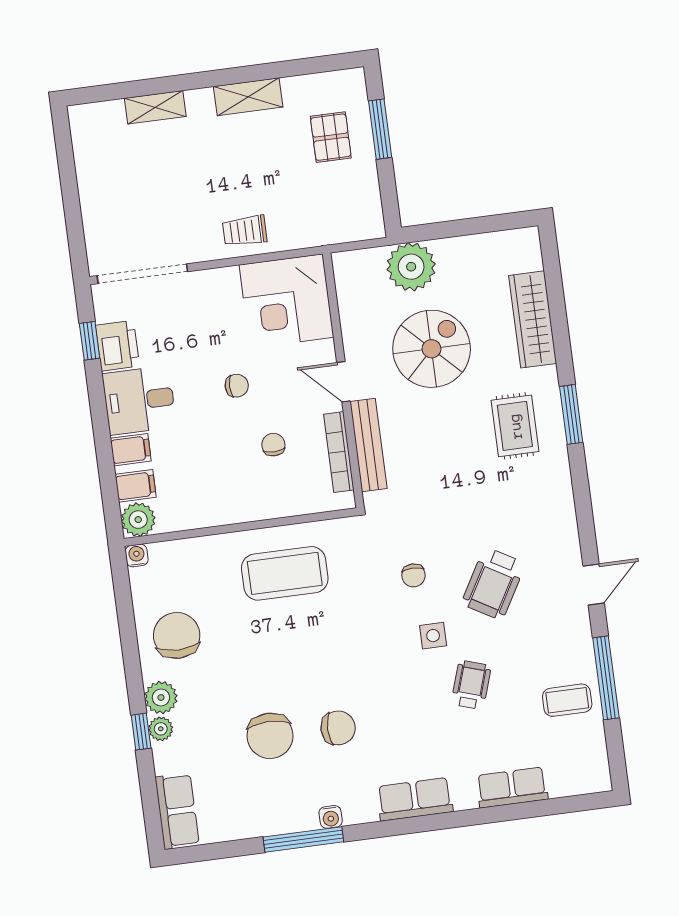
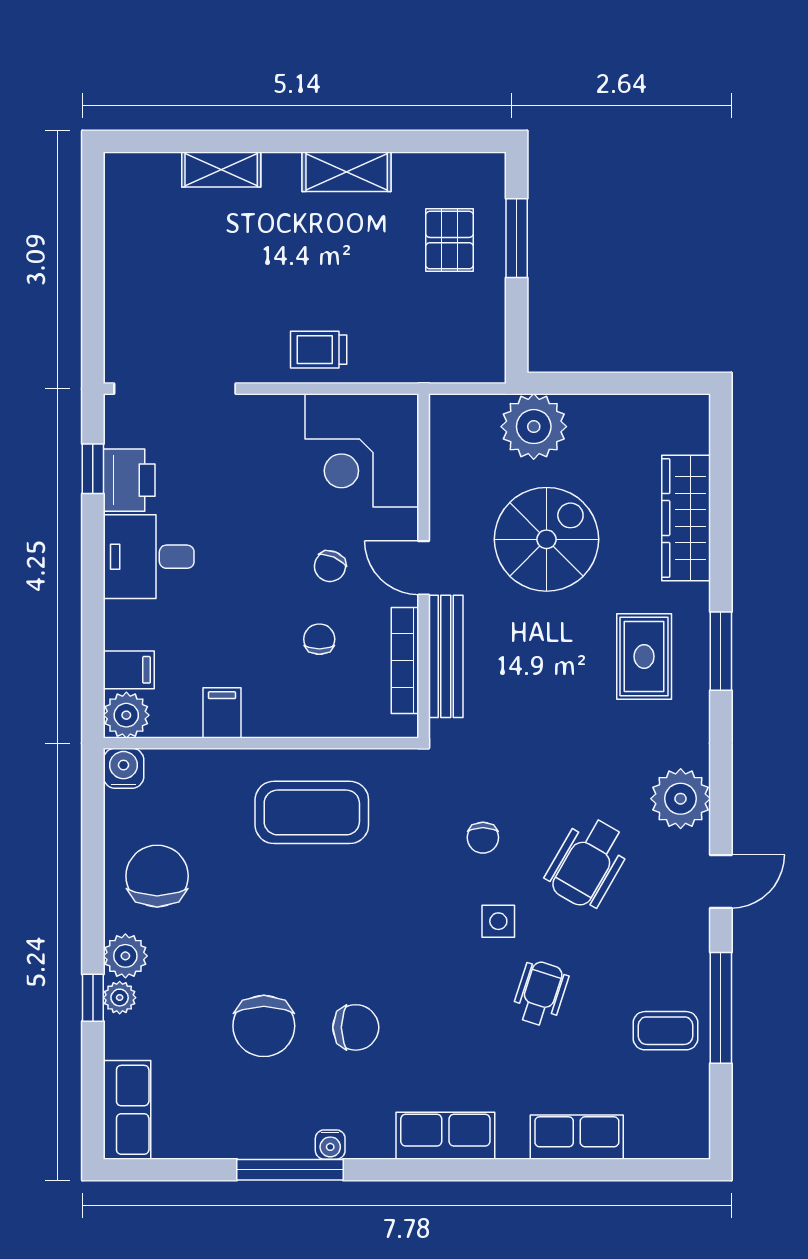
chair: (237, 386) -> (330, 566), moved, turned 113
filing cabinet: (131, 450) -> (222, 713), moved, turned -90
plant: (556, 527) -> (681, 799), added
water cooler: (137, 555) -> (123, 768), width x1.38, depth x1.38

